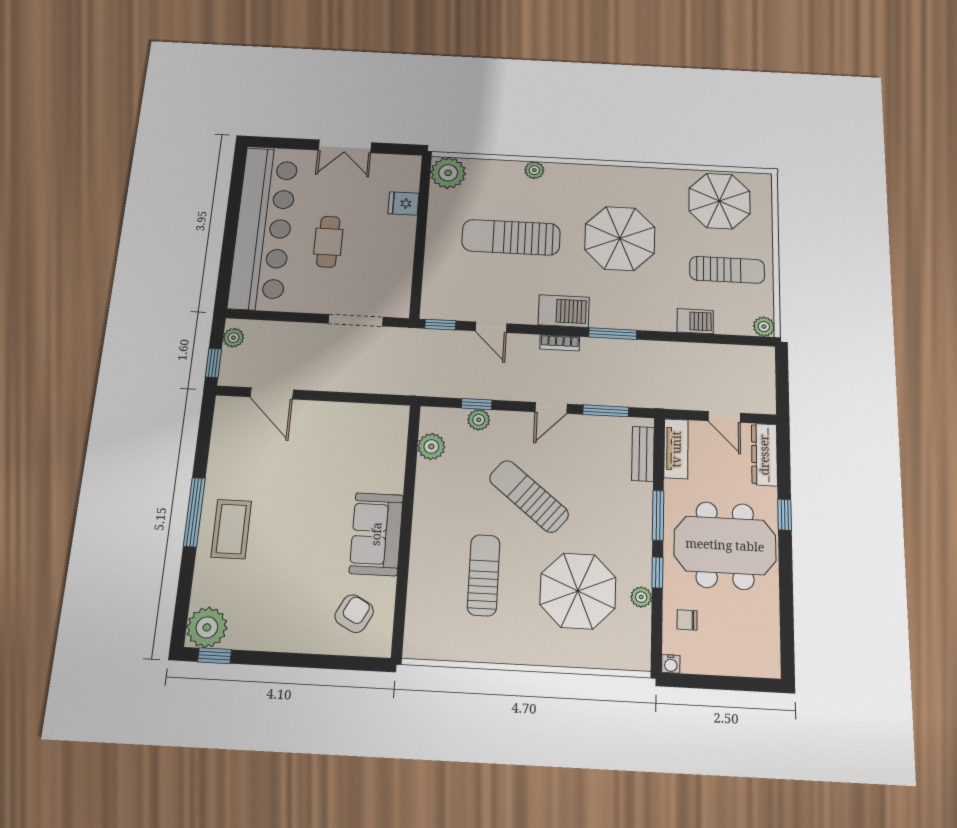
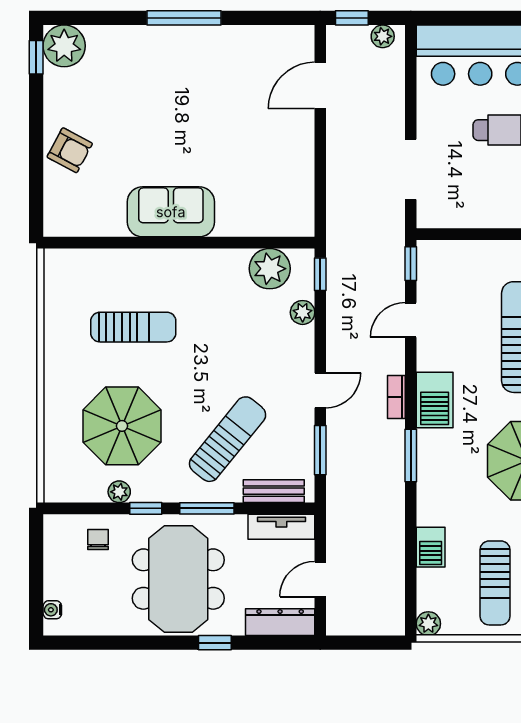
window: (477, 404) -> (320, 274), moved
door: (551, 408) -> (320, 390), swing flipped
plant: (431, 446) -> (270, 269), width x1.36, depth x1.36
sun lounger: (529, 496) -> (228, 439), moved
coffee table: (231, 529) -> (168, 59), removed
armchair: (354, 614) -> (70, 150), moved
water cooler: (671, 664) -> (52, 610), moved

